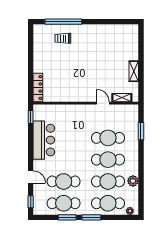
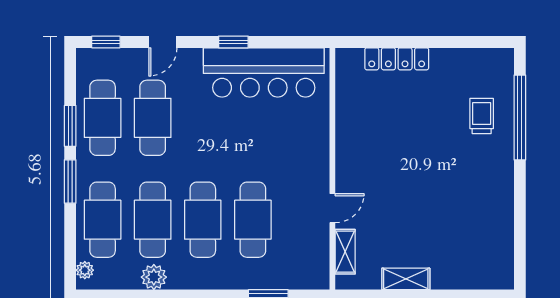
locker: (38, 88) -> (397, 59), moved
window: (31, 117) -> (233, 42), moved
bar counter: (44, 140) -> (264, 72), width x1.36

